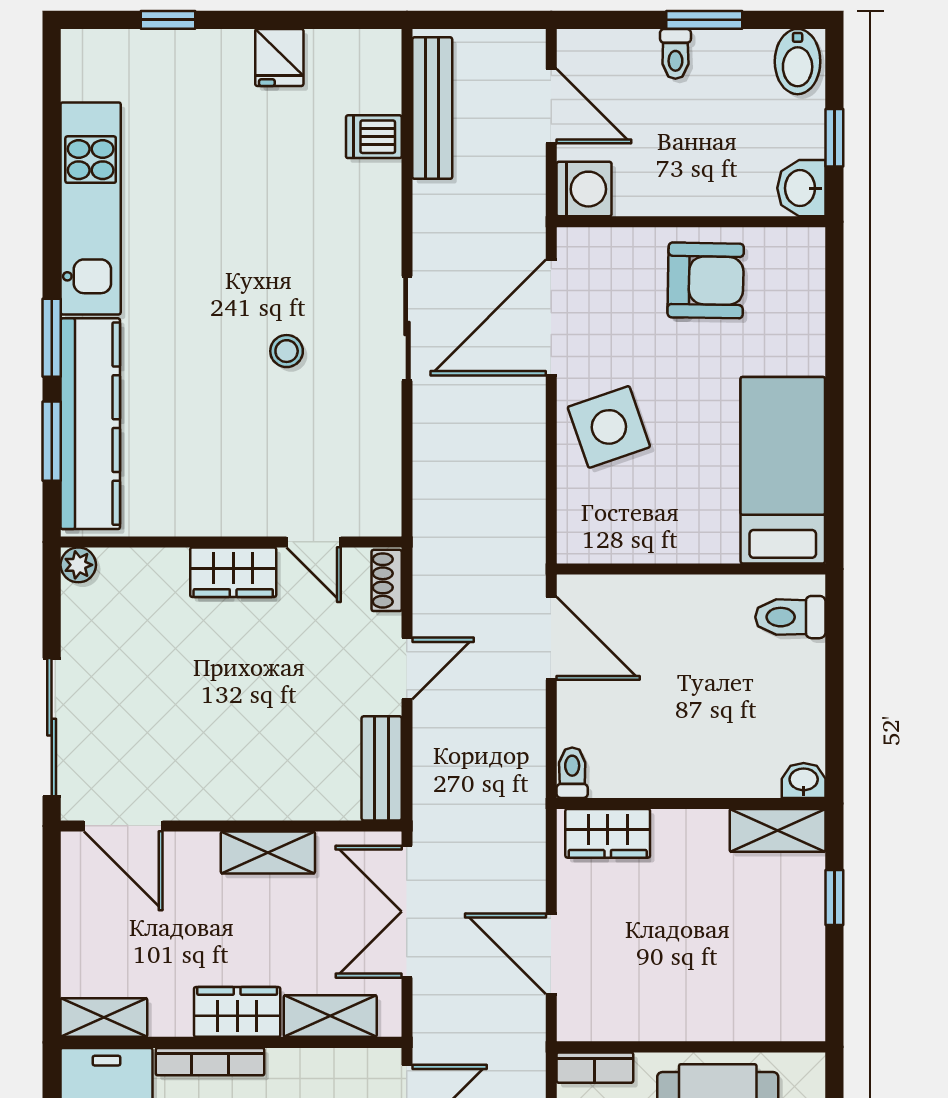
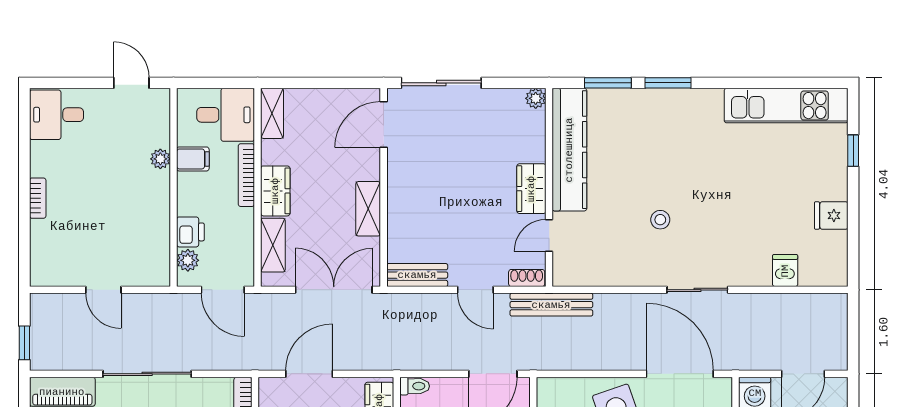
bench: (432, 108) -> (551, 305), moved
kitchen unit: (91, 208) -> (786, 106), moved
sliding door: (407, 328) -> (697, 290), moved
kitchen counter: (90, 424) -> (569, 150), moved, turned -90

